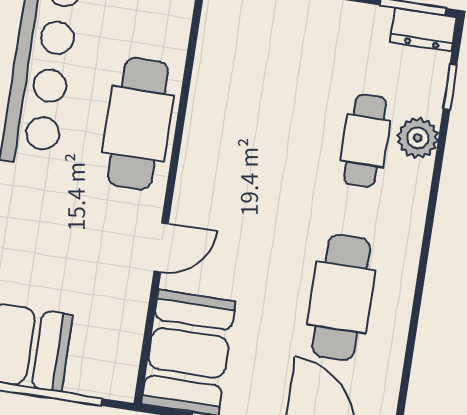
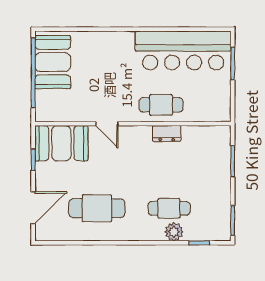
dresser: (424, 30) -> (167, 133), moved, turned -90
cafe table: (138, 124) -> (161, 105), width x0.73, depth x0.74

